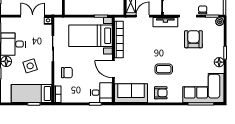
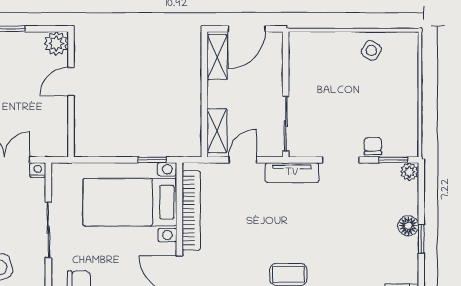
armchair: (193, 39) -> (353, 210), removed
floor lamp: (219, 62) -> (408, 226), moved

